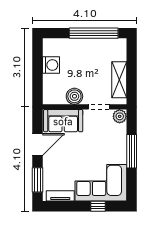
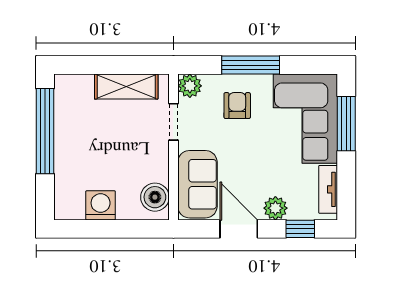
boiler: (74, 96) -> (155, 197), moved
armchair: (108, 144) -> (237, 106), added
plant: (49, 166) -> (275, 208), added
window: (37, 180) -> (300, 229), width x0.67
window: (98, 206) -> (346, 124), width x2.17

